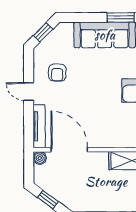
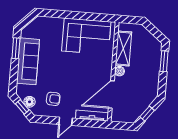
floor lamp: (51, 41) -> (30, 102), added
boiler: (40, 158) -> (119, 71), moved

